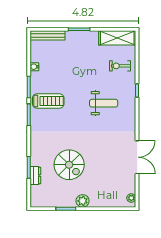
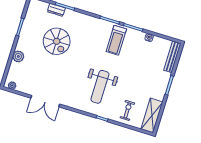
weight bench: (104, 103) -> (100, 87), width x1.36, depth x1.33
spiral stairs: (69, 165) -> (57, 41), turned -90
plant: (83, 201) -> (18, 56), moved

